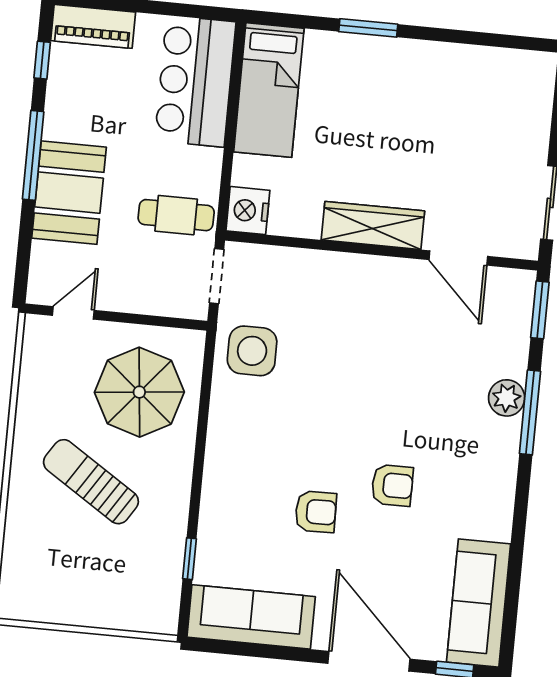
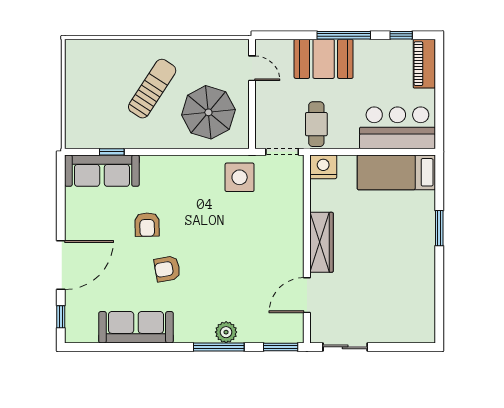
armchair: (392, 485) -> (167, 269), turned 80
sofa: (479, 603) -> (136, 327), moved
sofa: (251, 617) -> (102, 171), moved, turned 90

